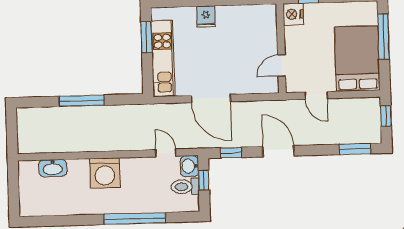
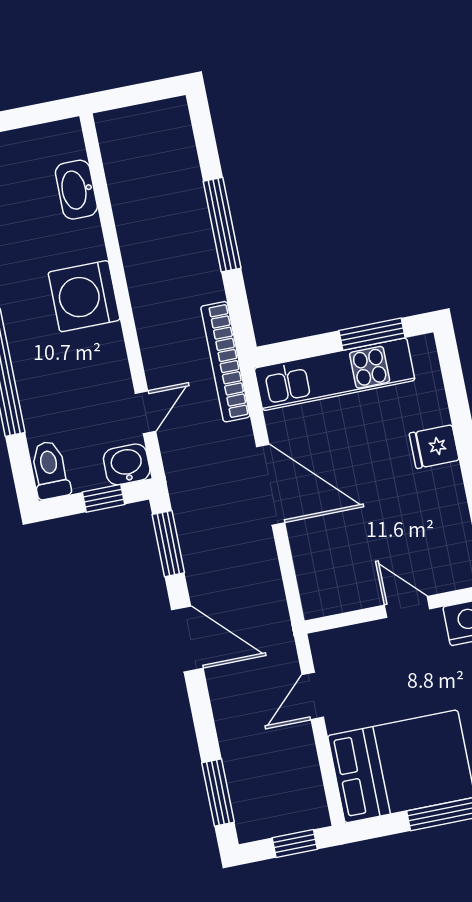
door: (282, 65) -> (407, 607), moved
door: (211, 99) -> (271, 485), swing flipped
bookcase: (148, 110) -> (225, 362), added
door: (278, 151) -> (187, 639), hinge flipped
window: (231, 153) -> (168, 544), width x1.50
toilet: (185, 187) -> (50, 470), moved

